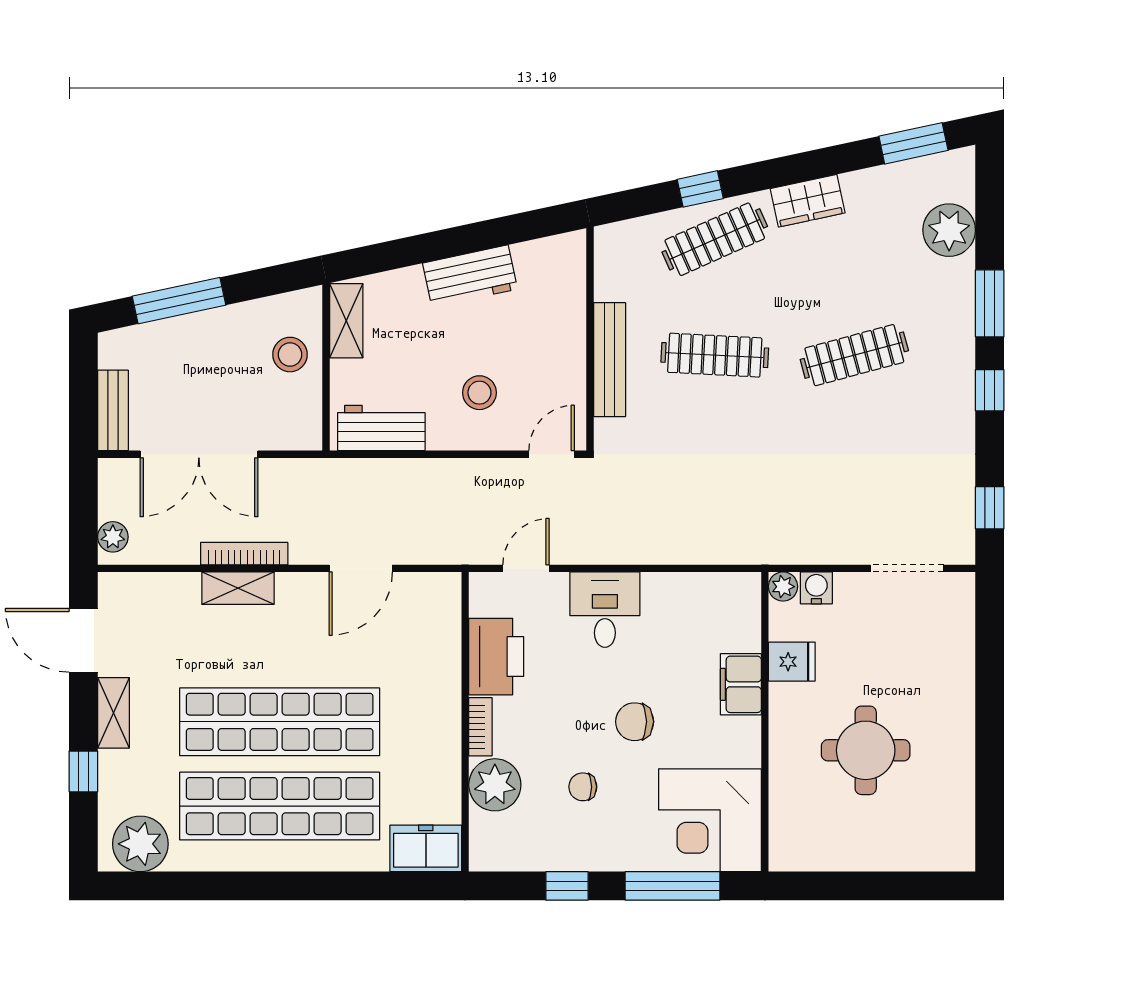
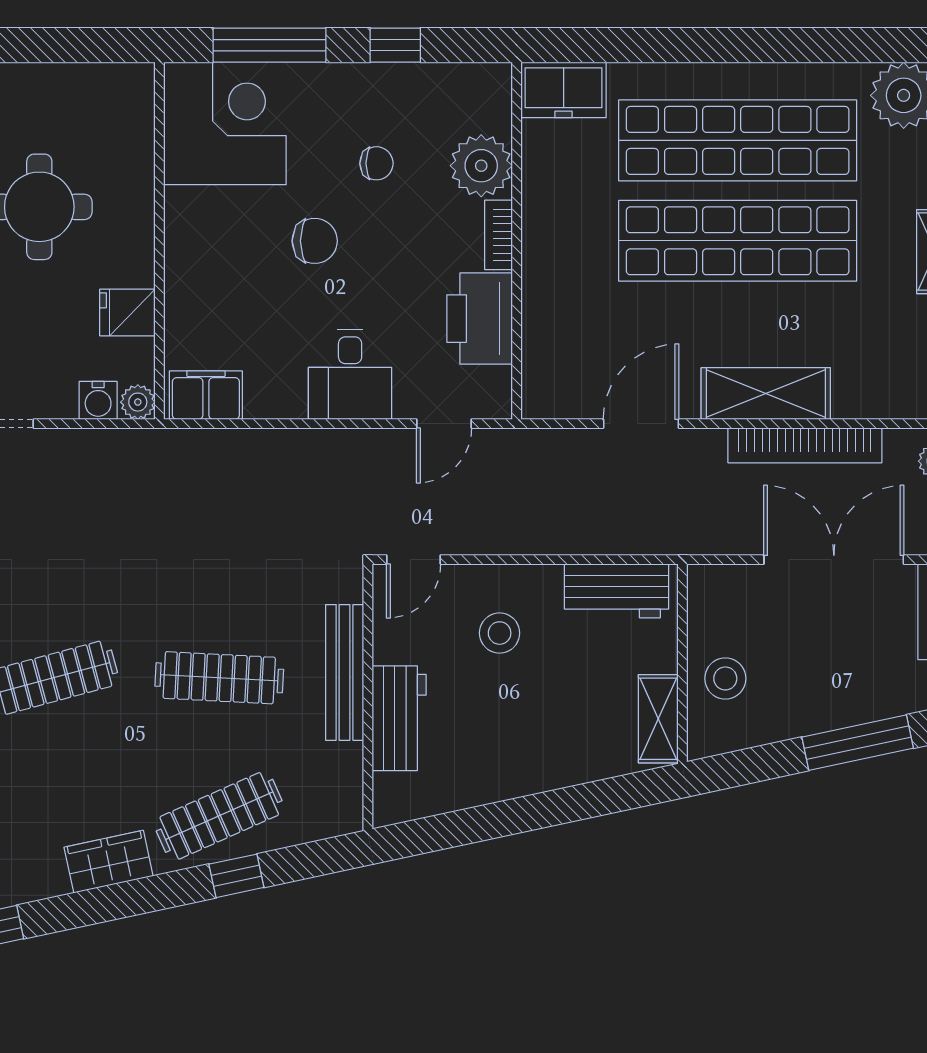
workbench: (470, 276) -> (399, 718), moved, turned 102
bookcase: (244, 554) -> (805, 445), width x1.48, depth x1.31
shelving: (238, 588) -> (766, 394), width x1.50, depth x1.33
filing cabinet: (741, 684) -> (206, 395), moved, turned -90

